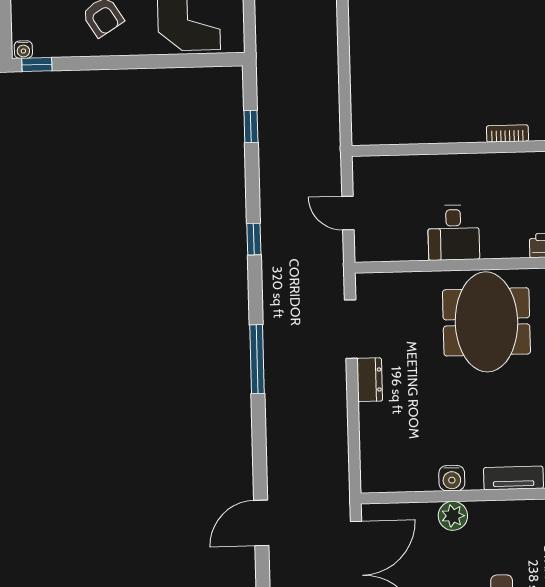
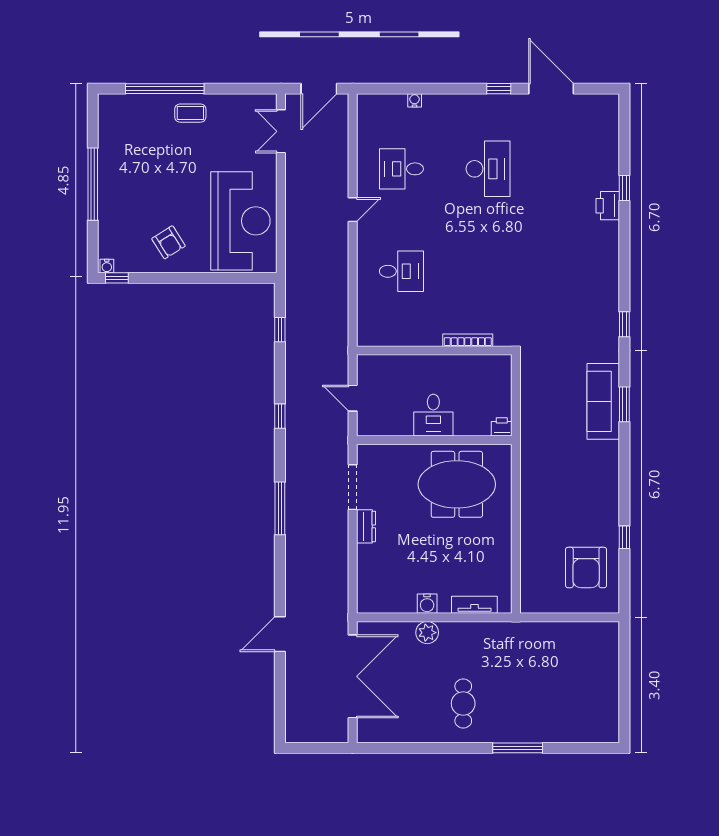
desk: (407, 46) -> (401, 271), added
bookcase: (507, 133) -> (468, 340), width x1.56
meeting table: (486, 322) -> (457, 484), turned 90

